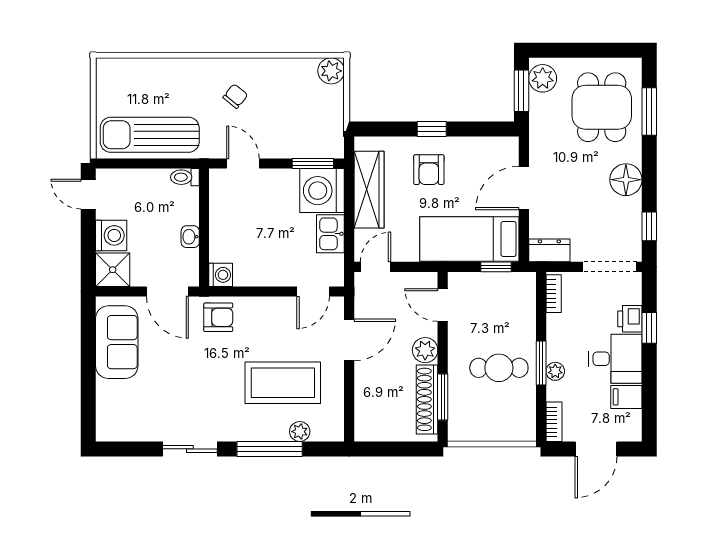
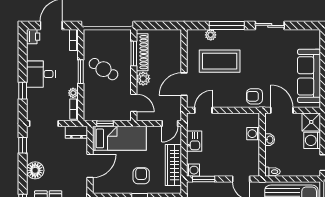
washing machine: (322, 191) -> (193, 170), width x0.53, depth x0.53
washing machine: (221, 275) -> (253, 134), moved
printer: (630, 319) -> (33, 37), moved
sofa: (117, 342) -> (309, 76), width x1.36
cafe table: (499, 368) -> (103, 69), turned 31
plant: (555, 371) -> (73, 93), moved
filing cabinet: (626, 397) -> (35, 53), removed

